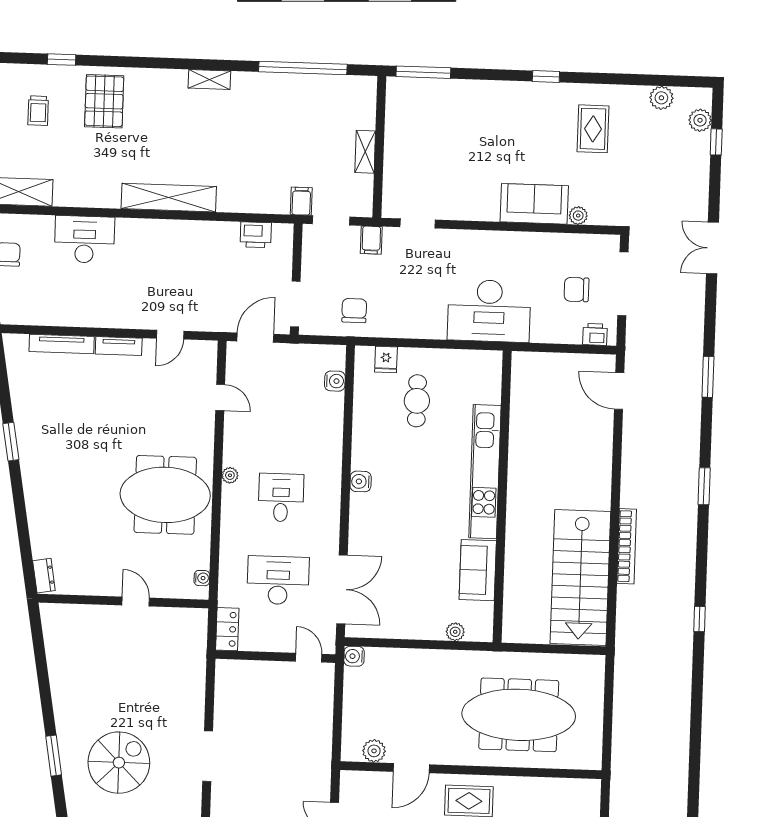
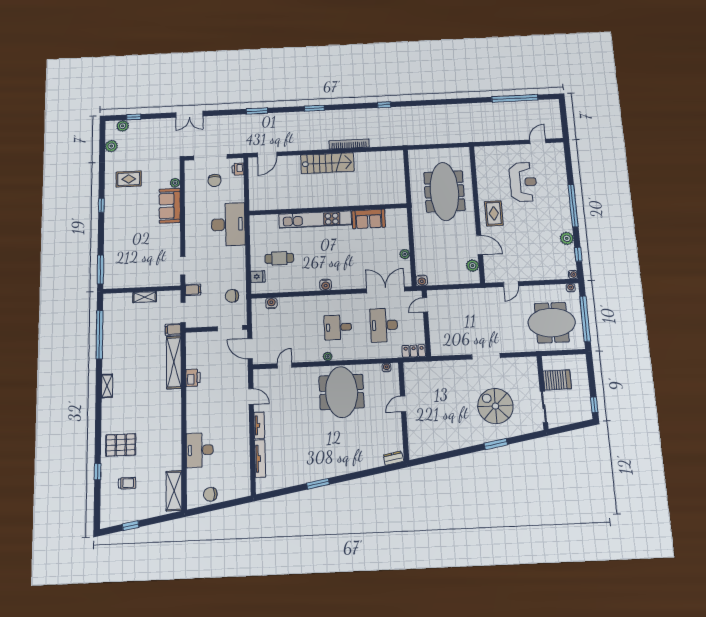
shelving: (169, 198) -> (174, 362), moved
printer: (256, 235) -> (193, 378), moved
stairs: (580, 578) -> (327, 163), moved, width x0.73, depth x0.66
plant: (455, 632) -> (405, 254), moved

